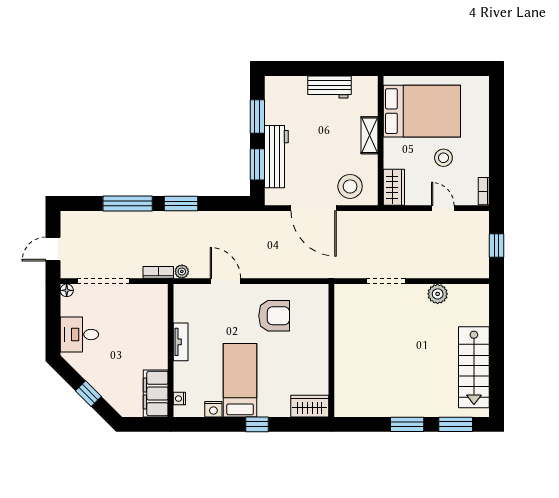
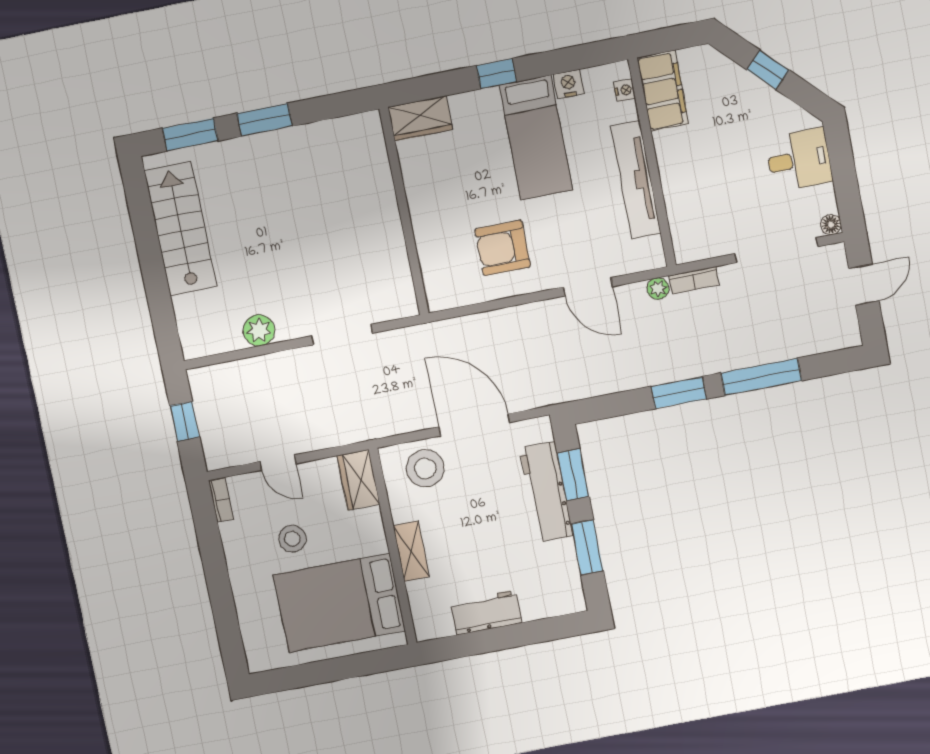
tv unit: (181, 342) -> (636, 180), width x1.92, depth x1.29

